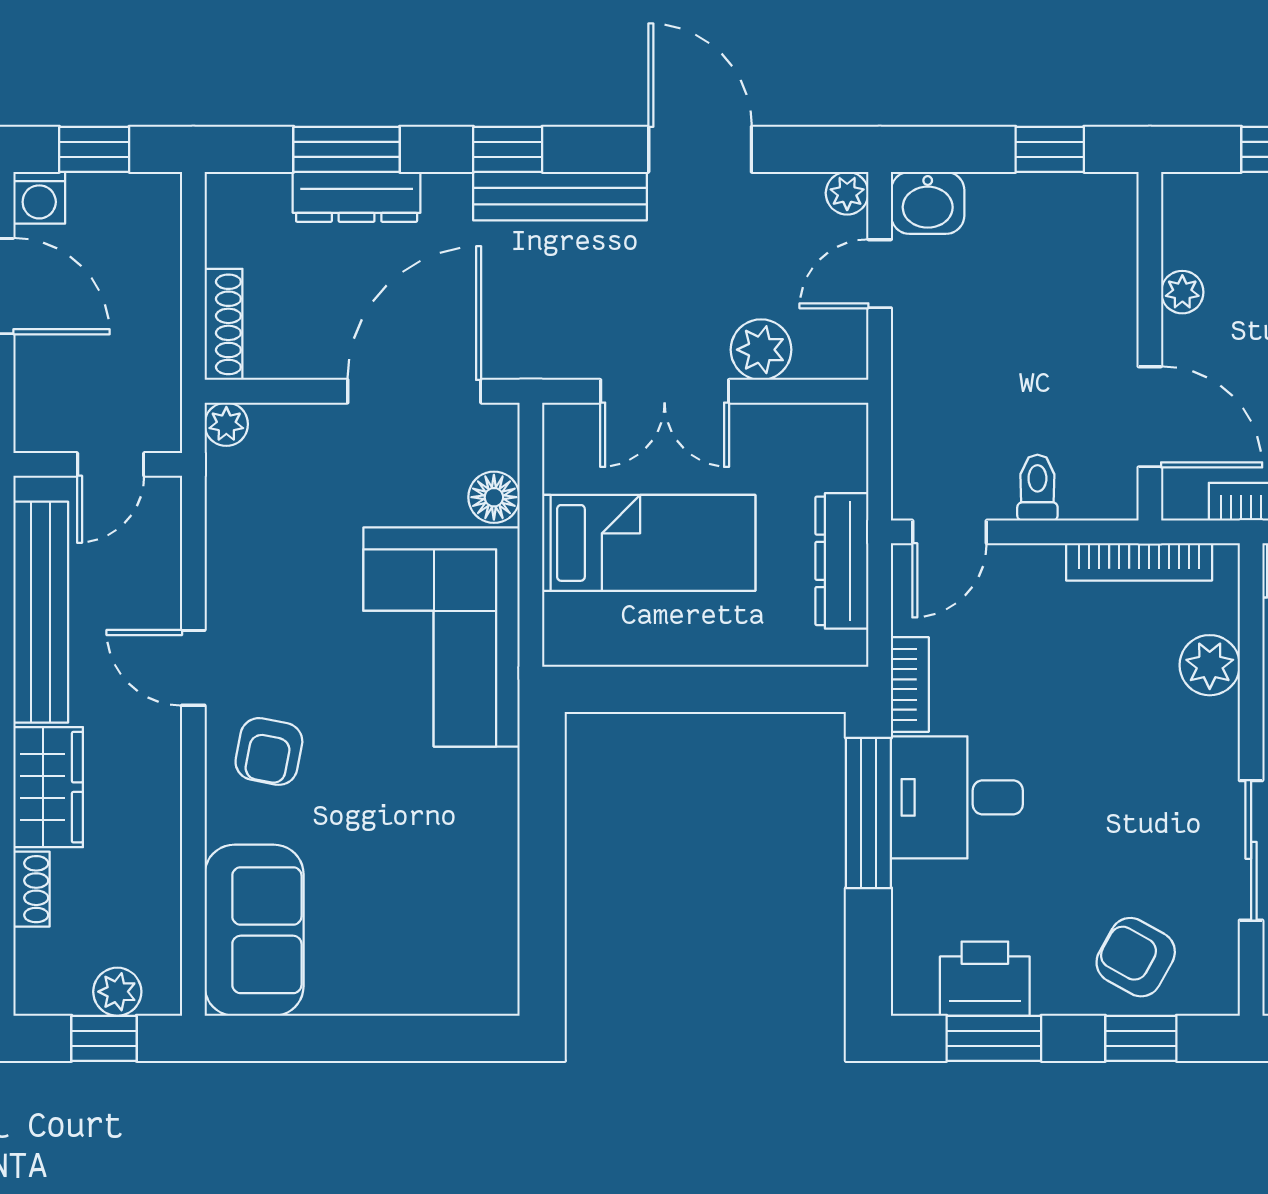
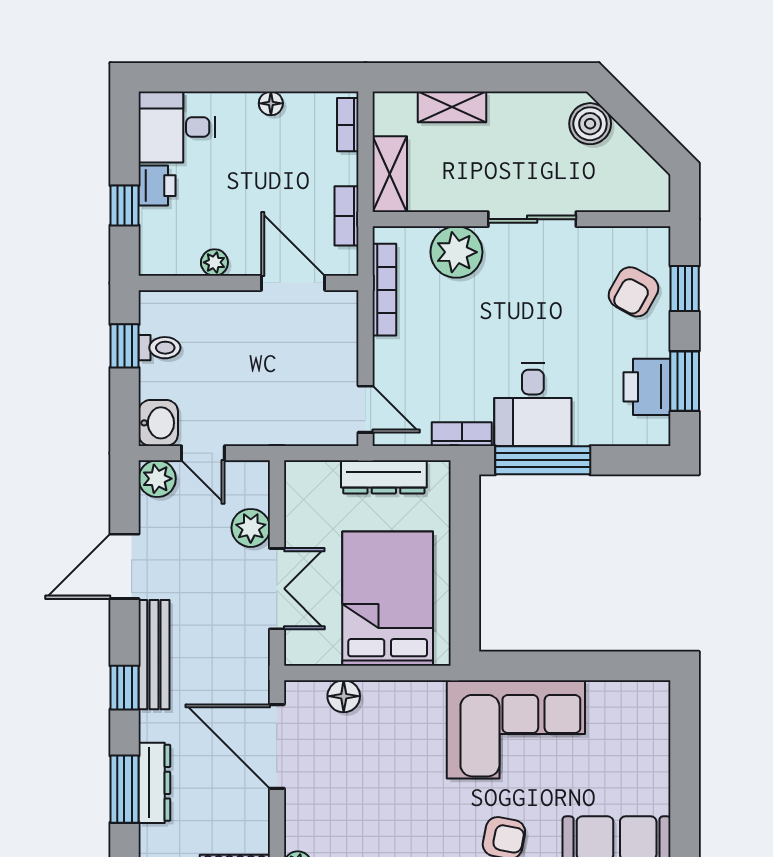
plant: (847, 193) -> (157, 479), width x1.38, depth x1.38
door: (1150, 417) -> (293, 283), hinge flipped
toilet: (1037, 488) -> (159, 348), moved, turned 180
bed: (649, 543) -> (388, 599), width x1.50
corner sofa: (441, 637) -> (516, 729), moved
plant: (1210, 665) -> (456, 252), width x1.36, depth x1.36
sliding door: (1251, 850) -> (532, 219), moved

